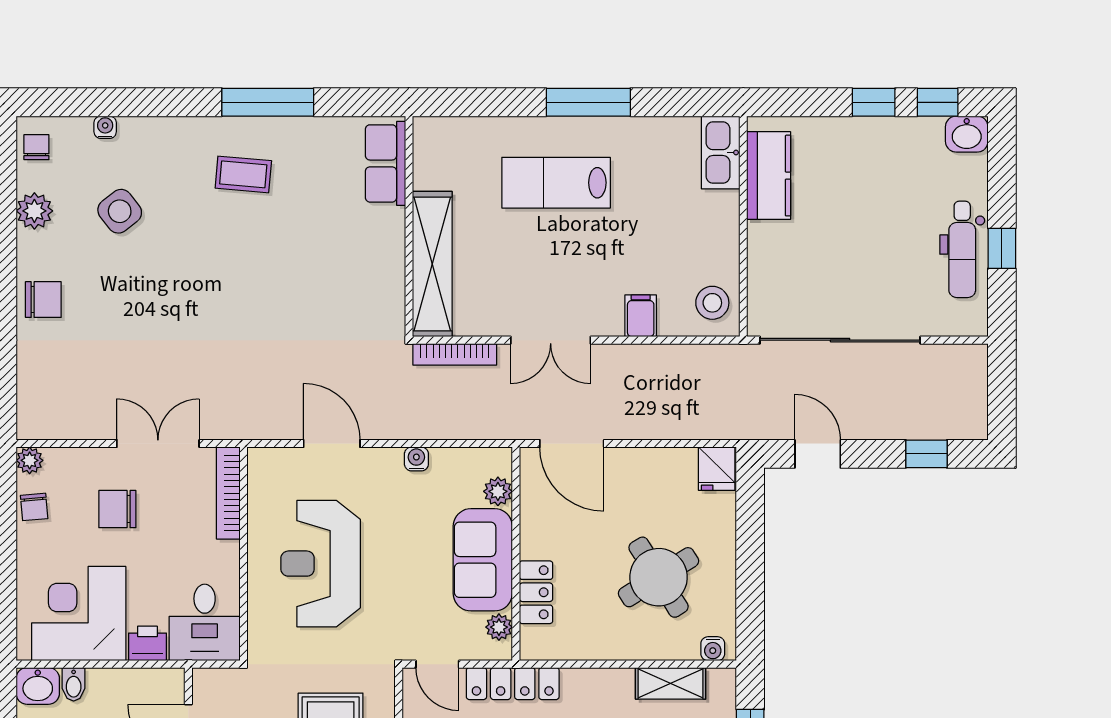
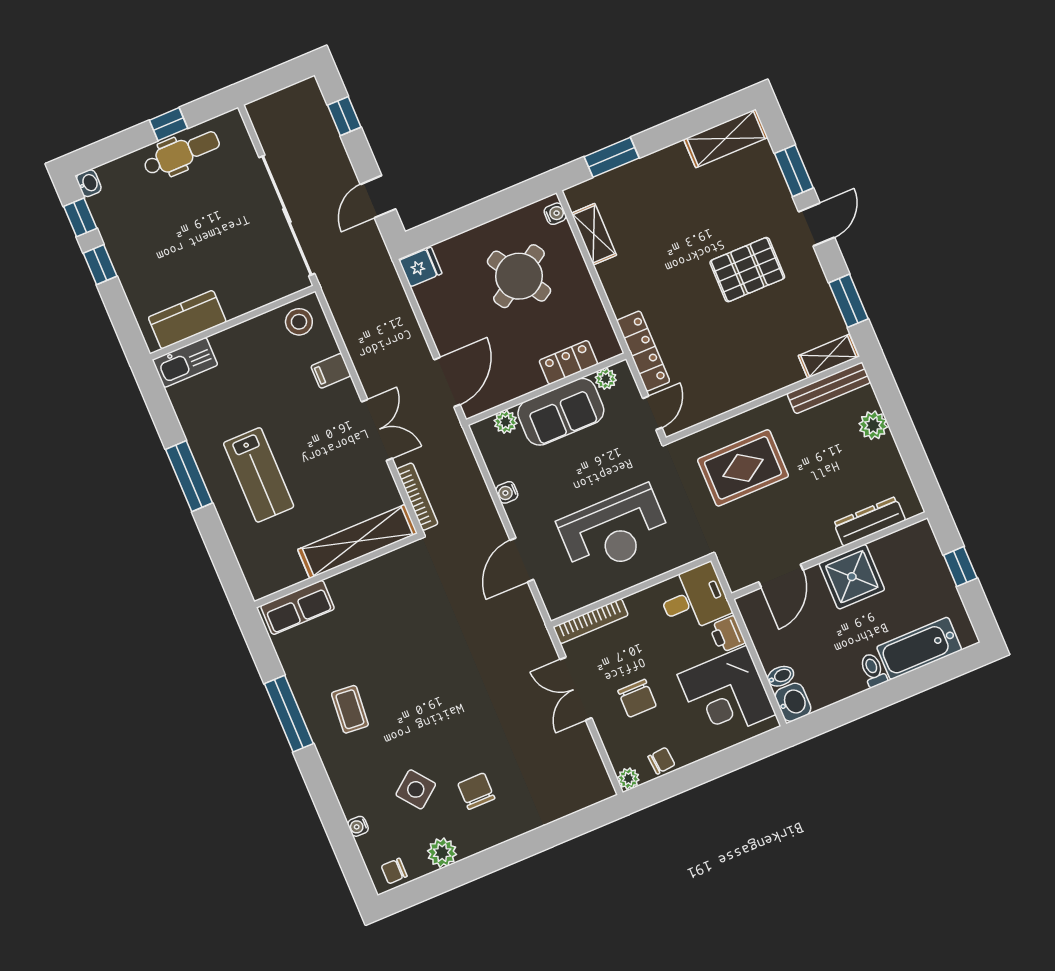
washbasin: (967, 134) -> (89, 183), width x0.72, depth x0.69
chair: (43, 300) -> (476, 791), moved

